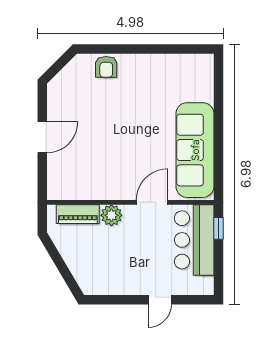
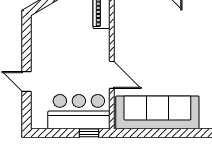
plant: (111, 215) -> (100, 39), removed

